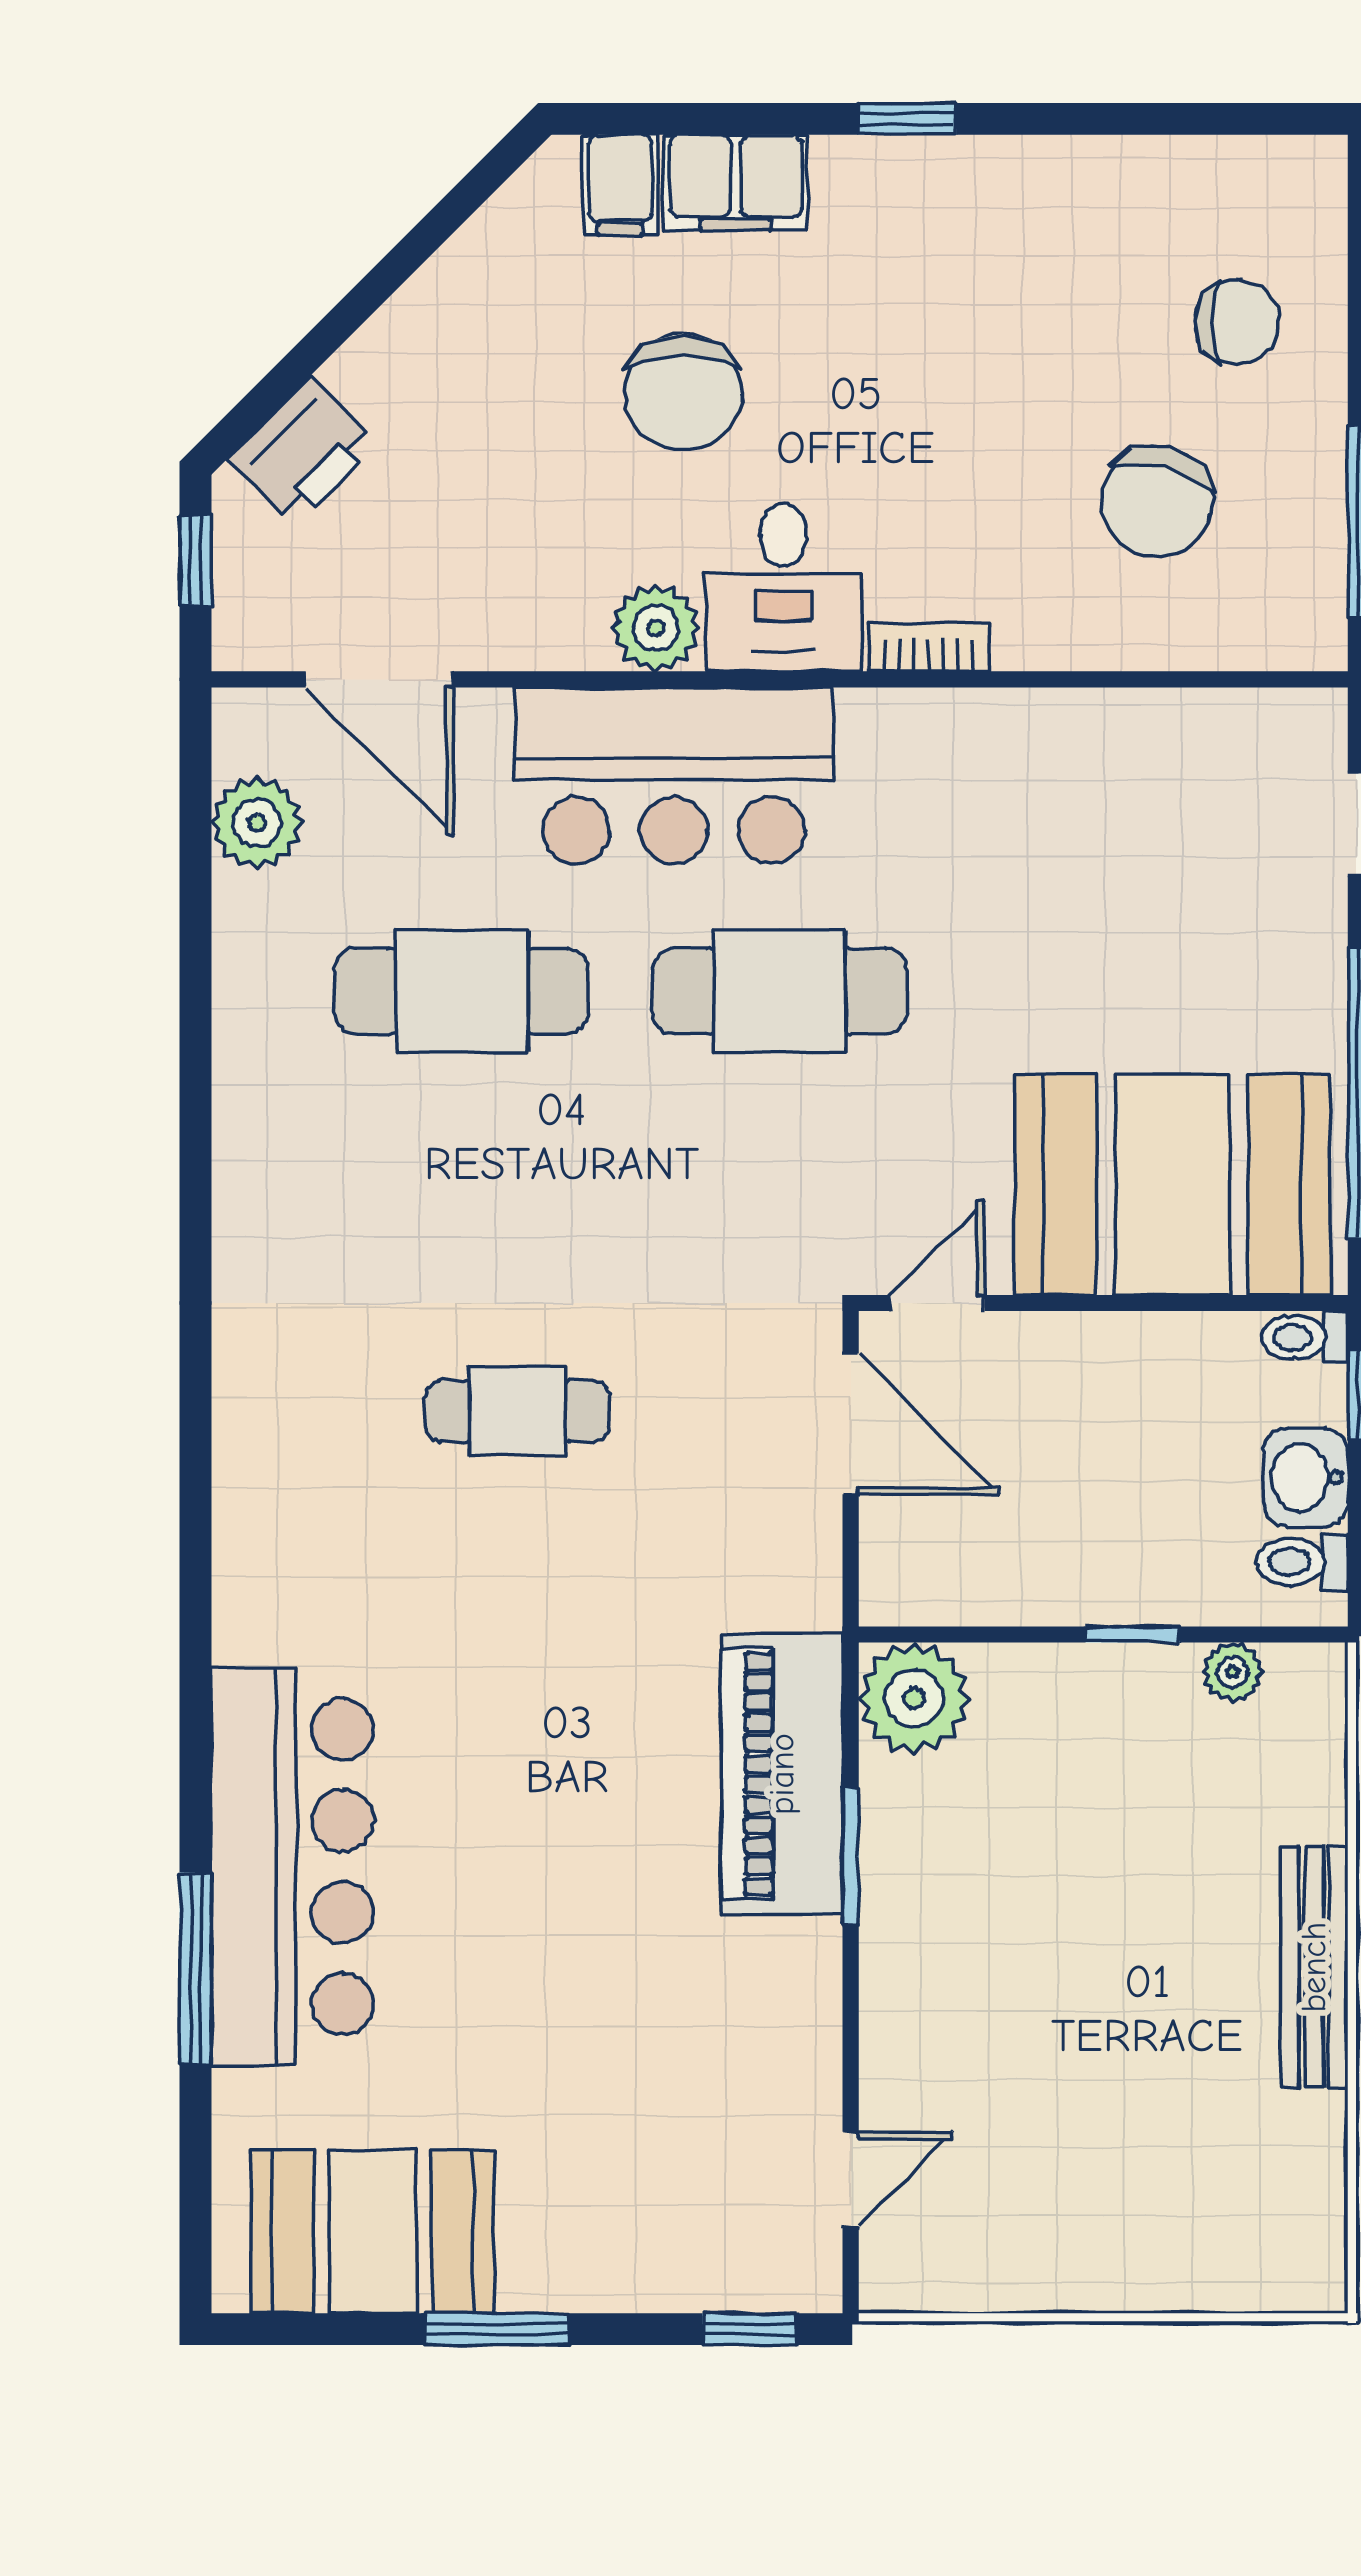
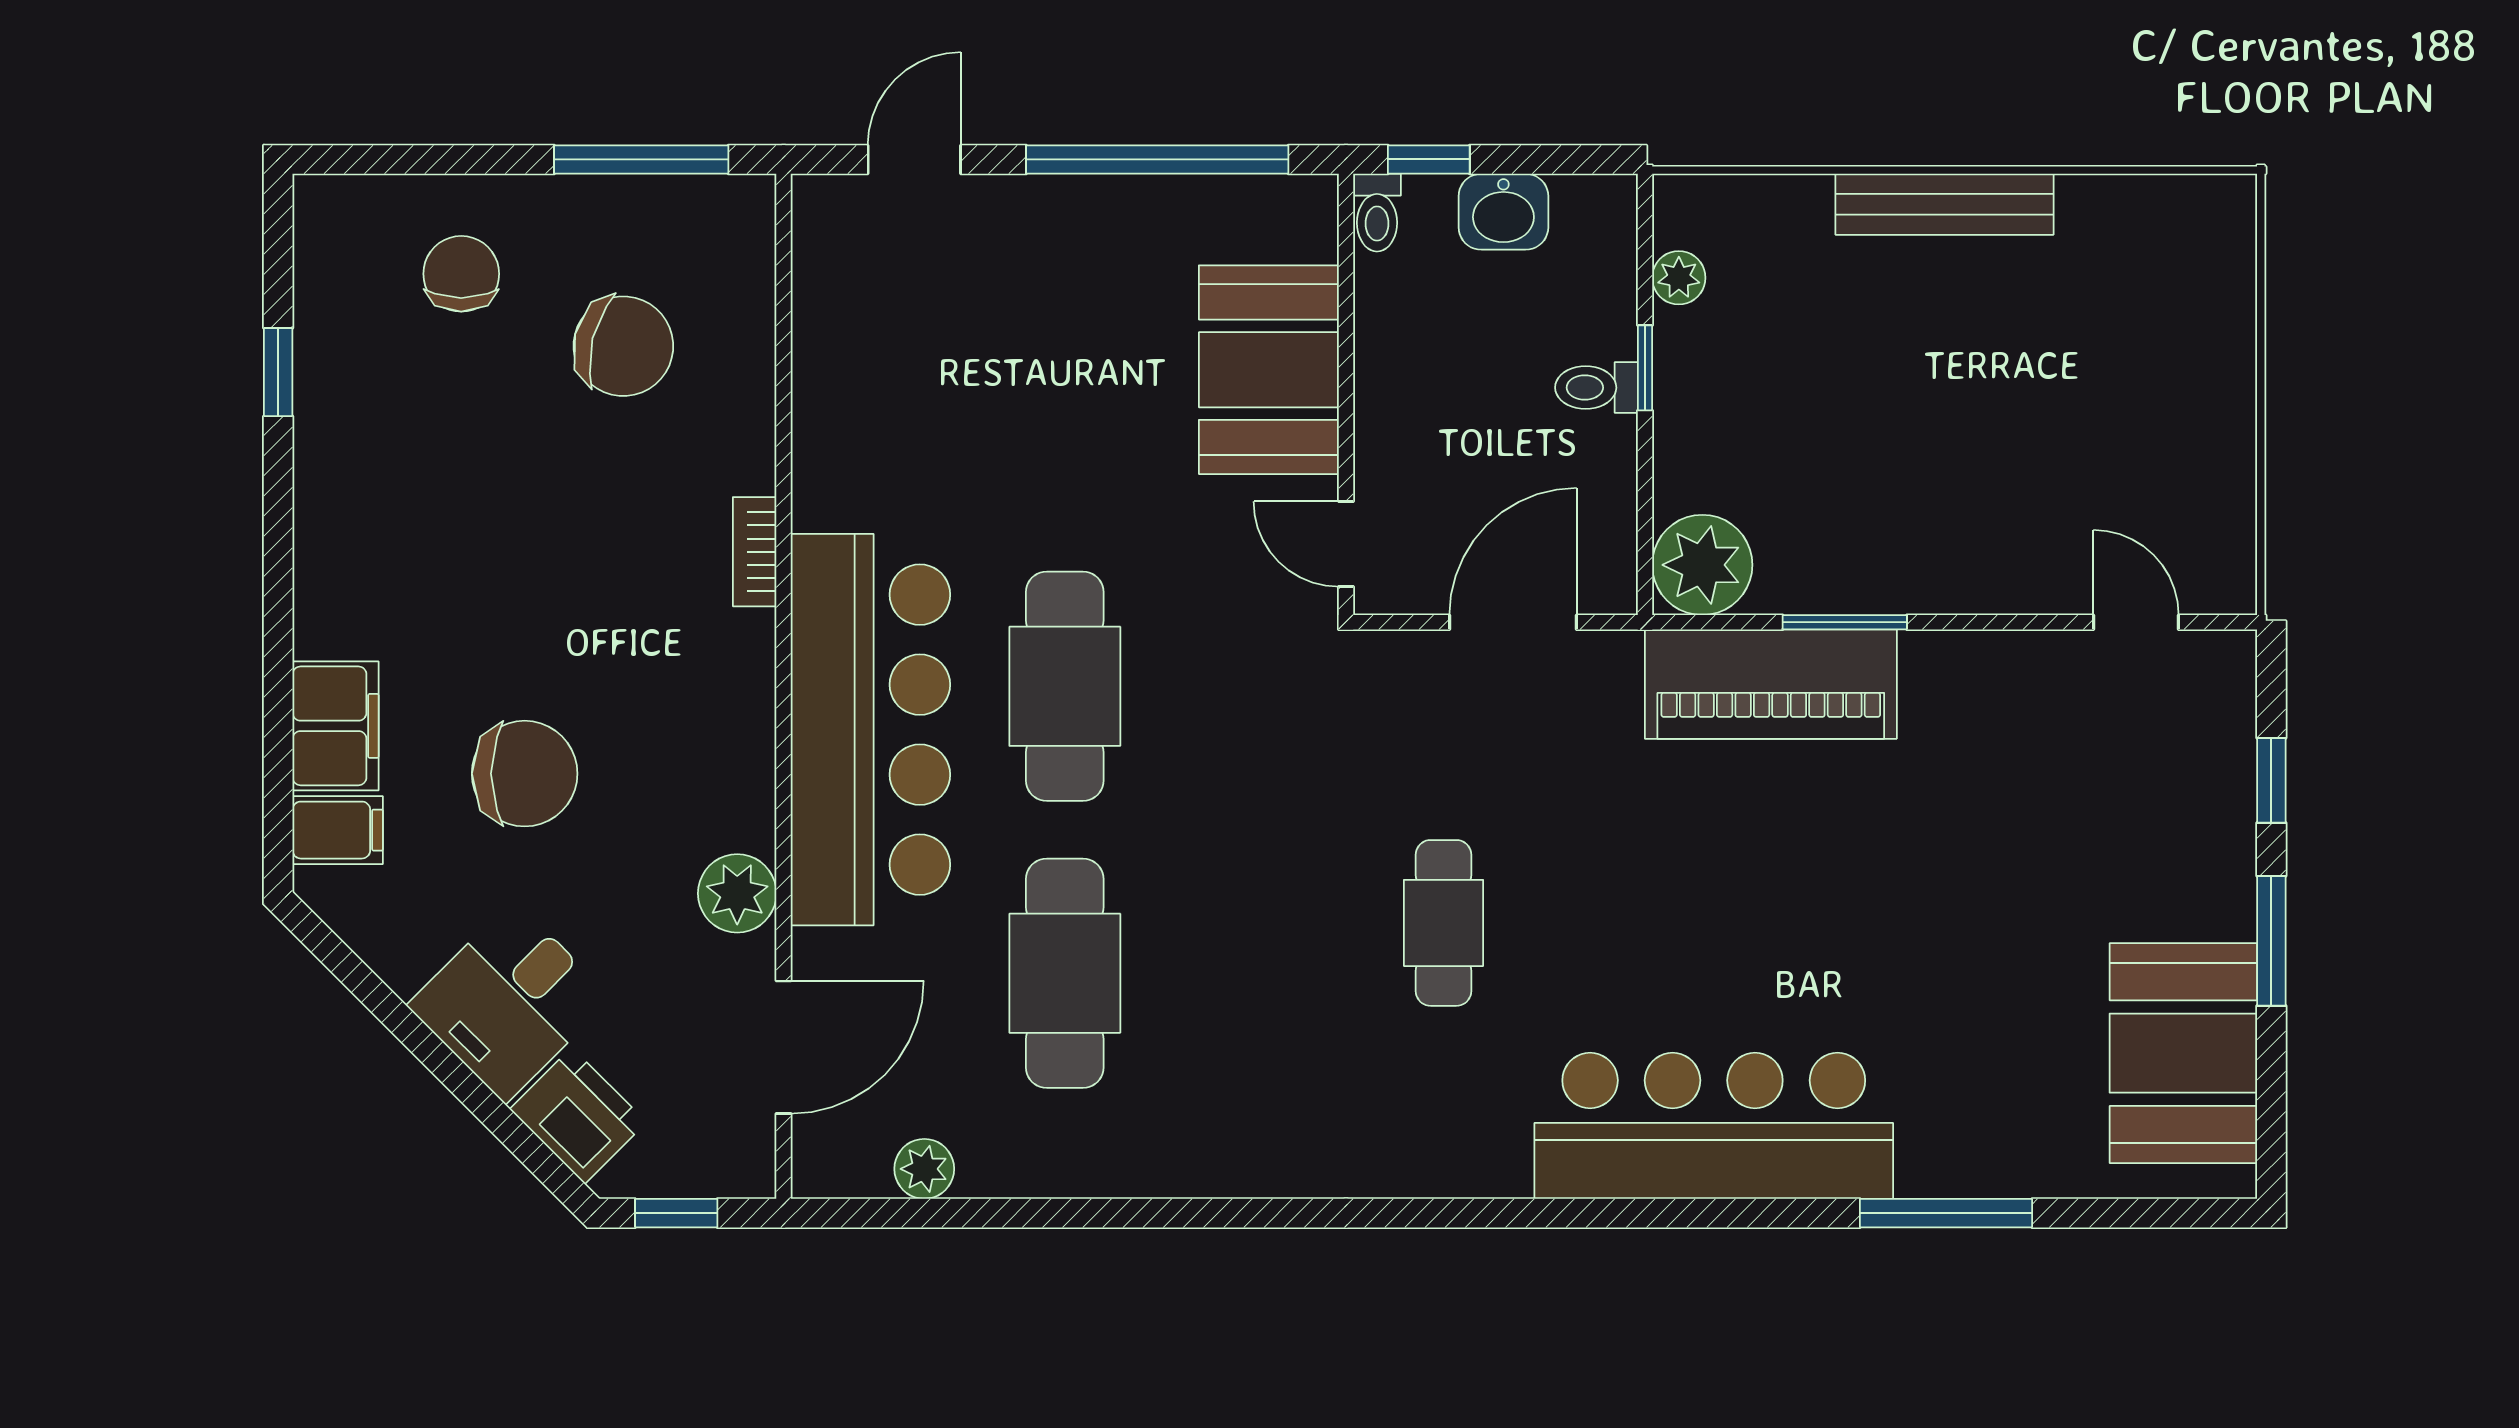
window: (907, 119) -> (278, 372), moved
desk: (784, 587) -> (509, 1002), moved, turned 135
plant: (656, 628) -> (737, 893), moved
bar counter: (674, 776) -> (870, 730), width x1.36
plant: (257, 823) -> (924, 1169), width x0.73, depth x0.73
booth: (1172, 1185) -> (1269, 370), width x0.73, depth x0.70
door: (851, 1424) -> (1513, 622), moved
toilet: (1302, 1562) -> (1596, 388), moved, turned 90
bar counter: (292, 1867) -> (1714, 1126), moved
window: (749, 2329) -> (2271, 780), moved

